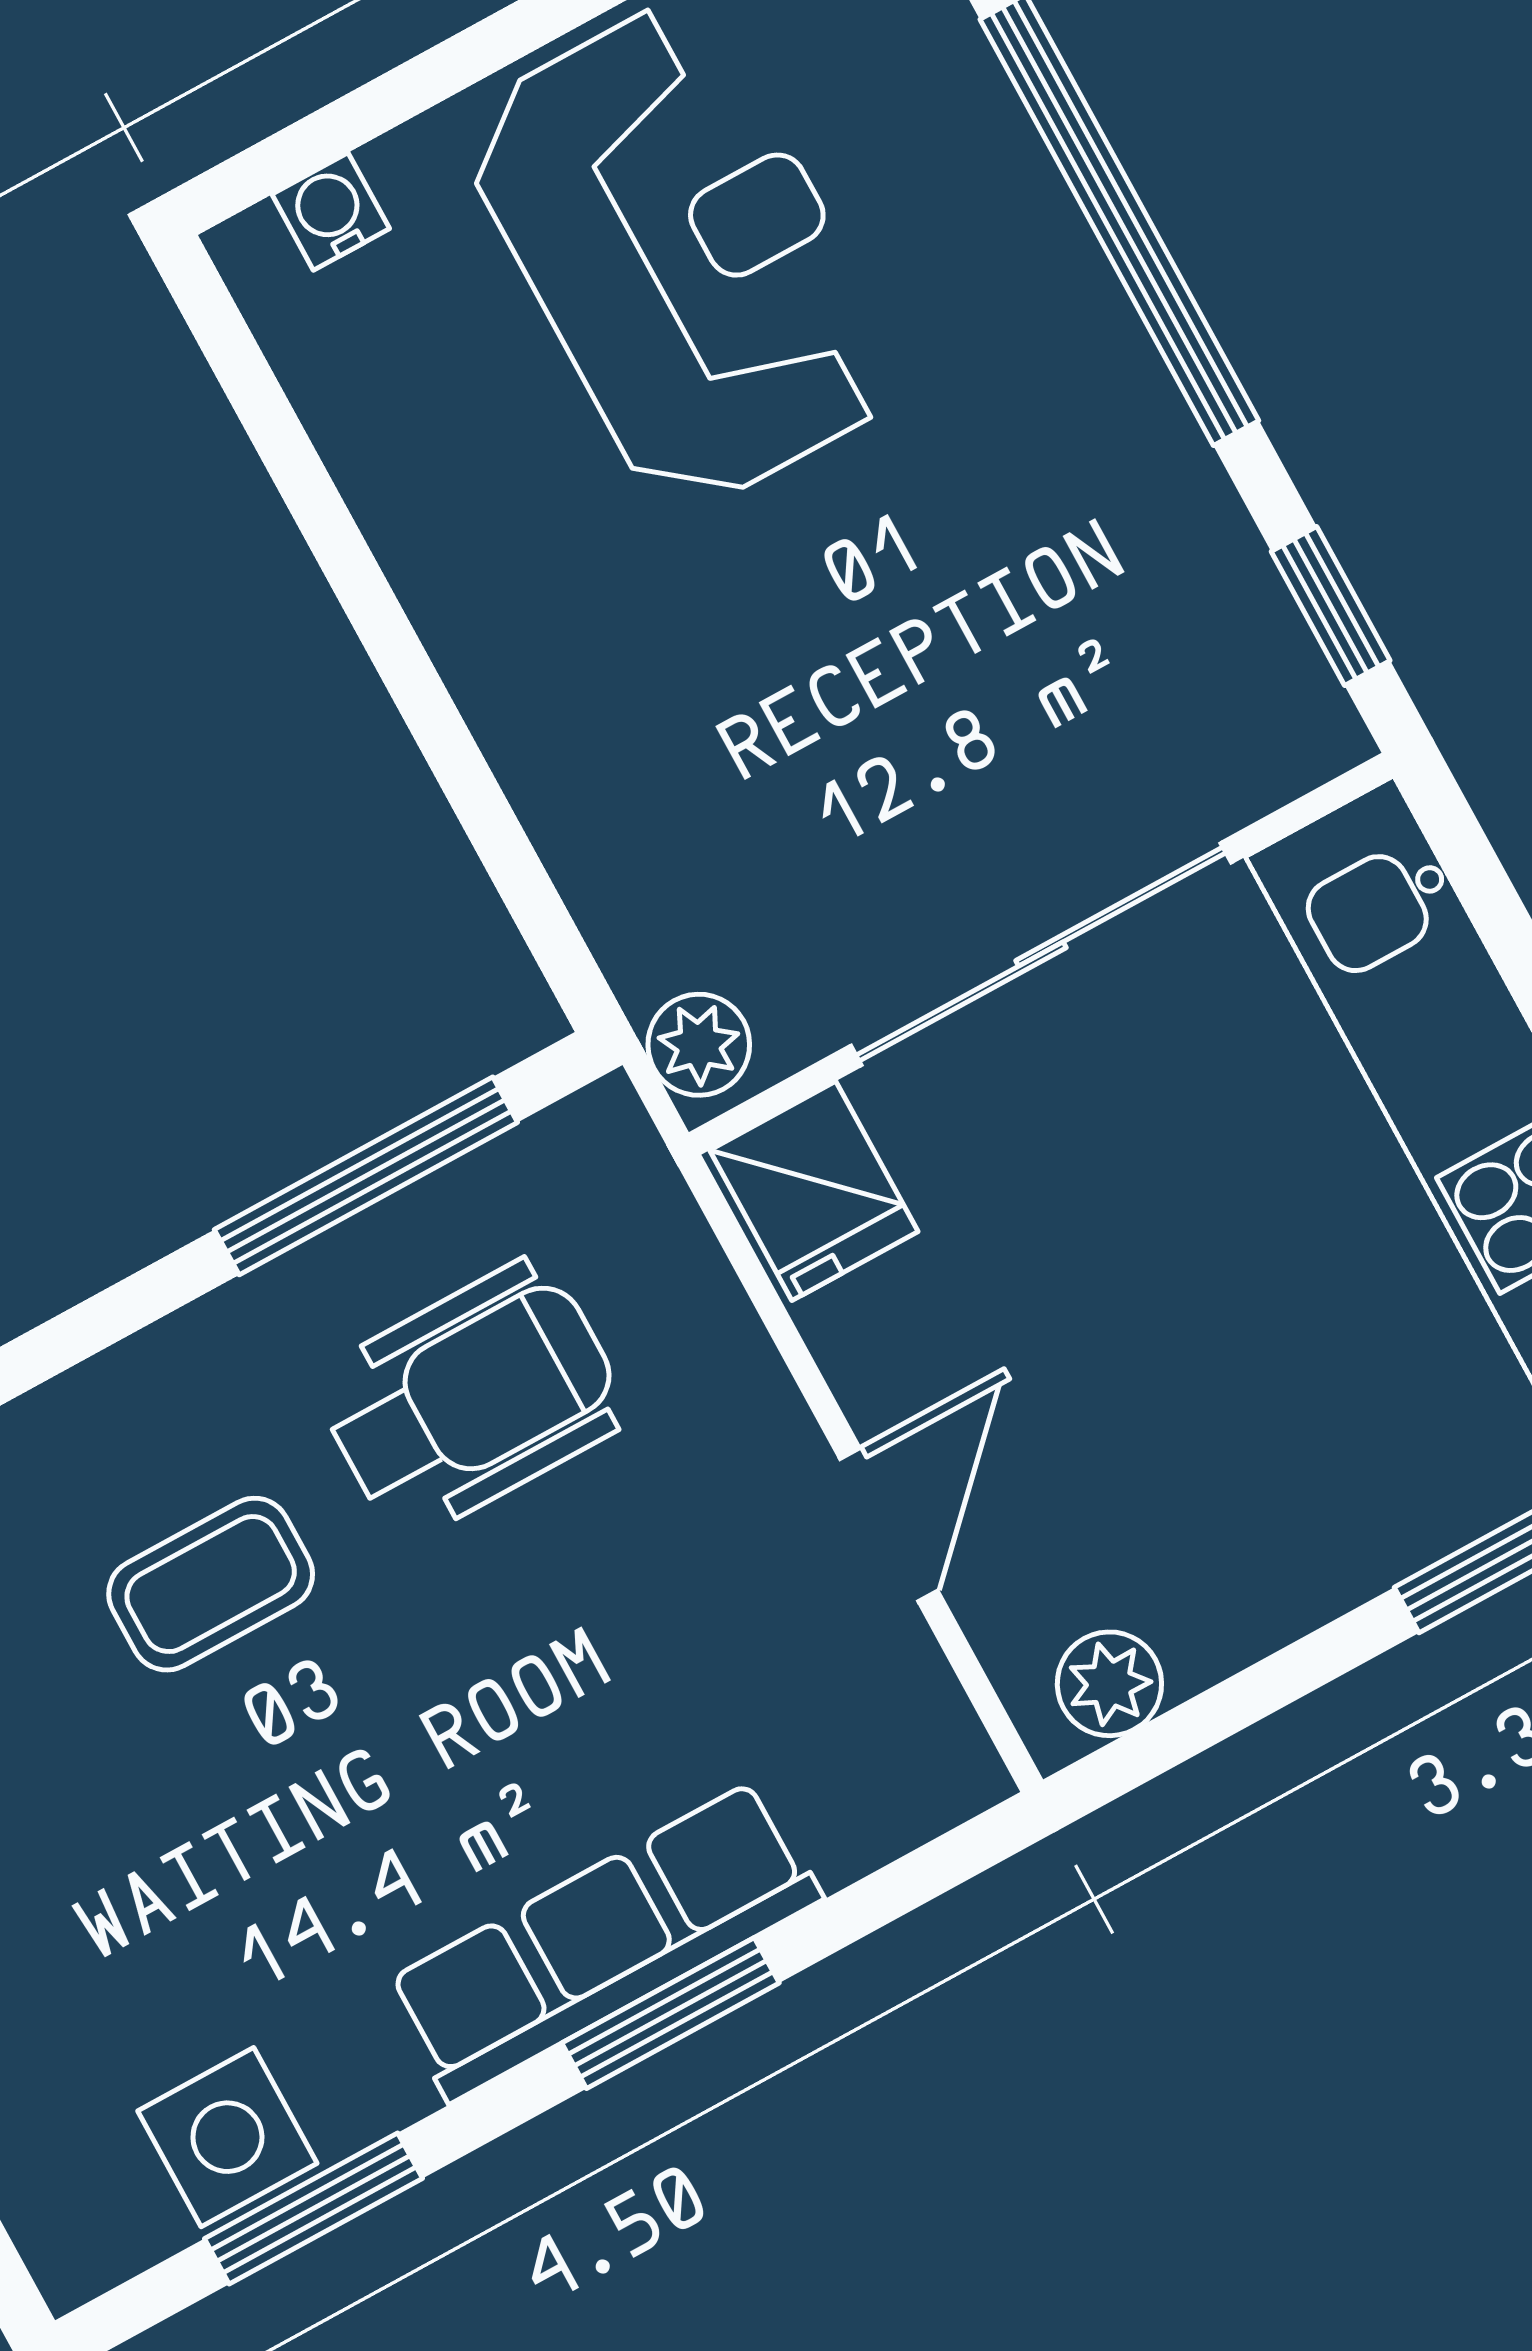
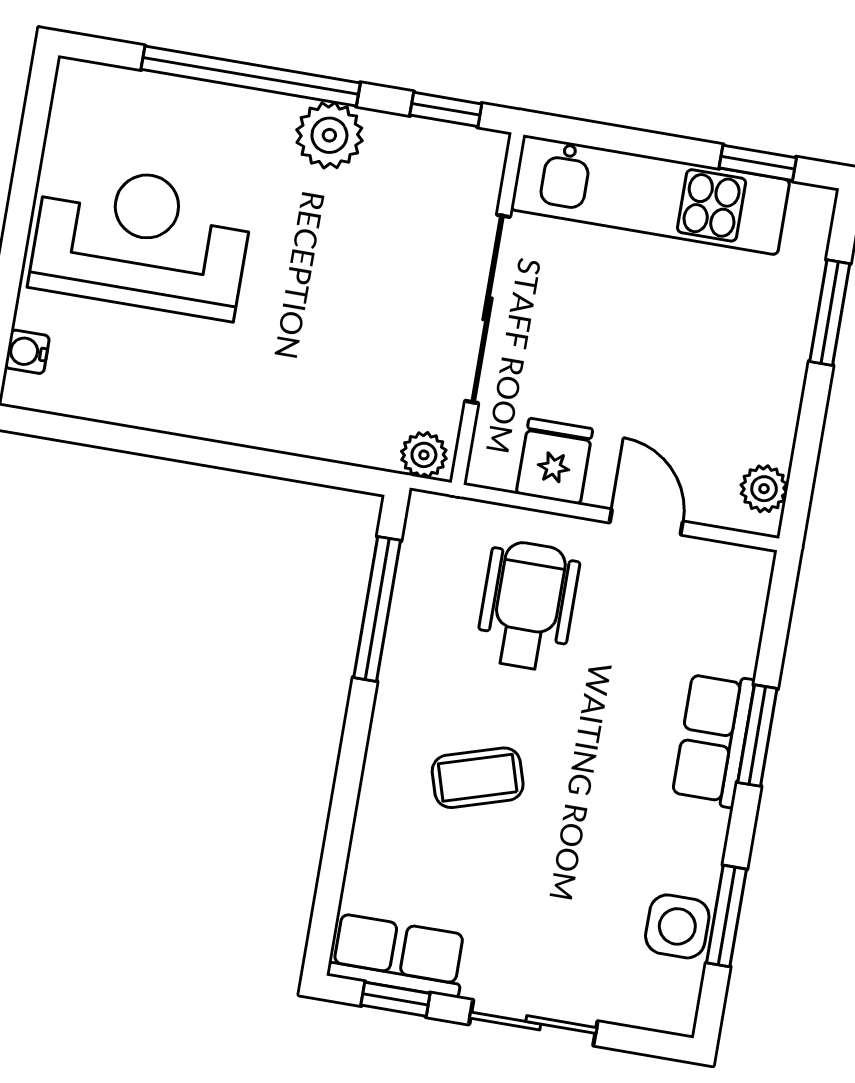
plant: (1125, 439) -> (329, 135), added
fridge: (814, 1191) -> (555, 461), moved, turned -90
wheelchair: (471, 1398) -> (528, 605), moved
coffee table: (211, 1584) -> (478, 778), turned 73
row of seats: (604, 1941) -> (713, 739), width x0.68

